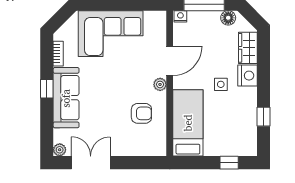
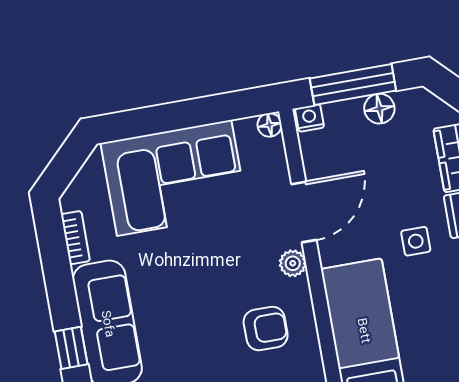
floor lamp: (161, 16) -> (270, 125), added
floor lamp: (228, 18) -> (379, 109), moved
window: (47, 89) -> (71, 348), moved

